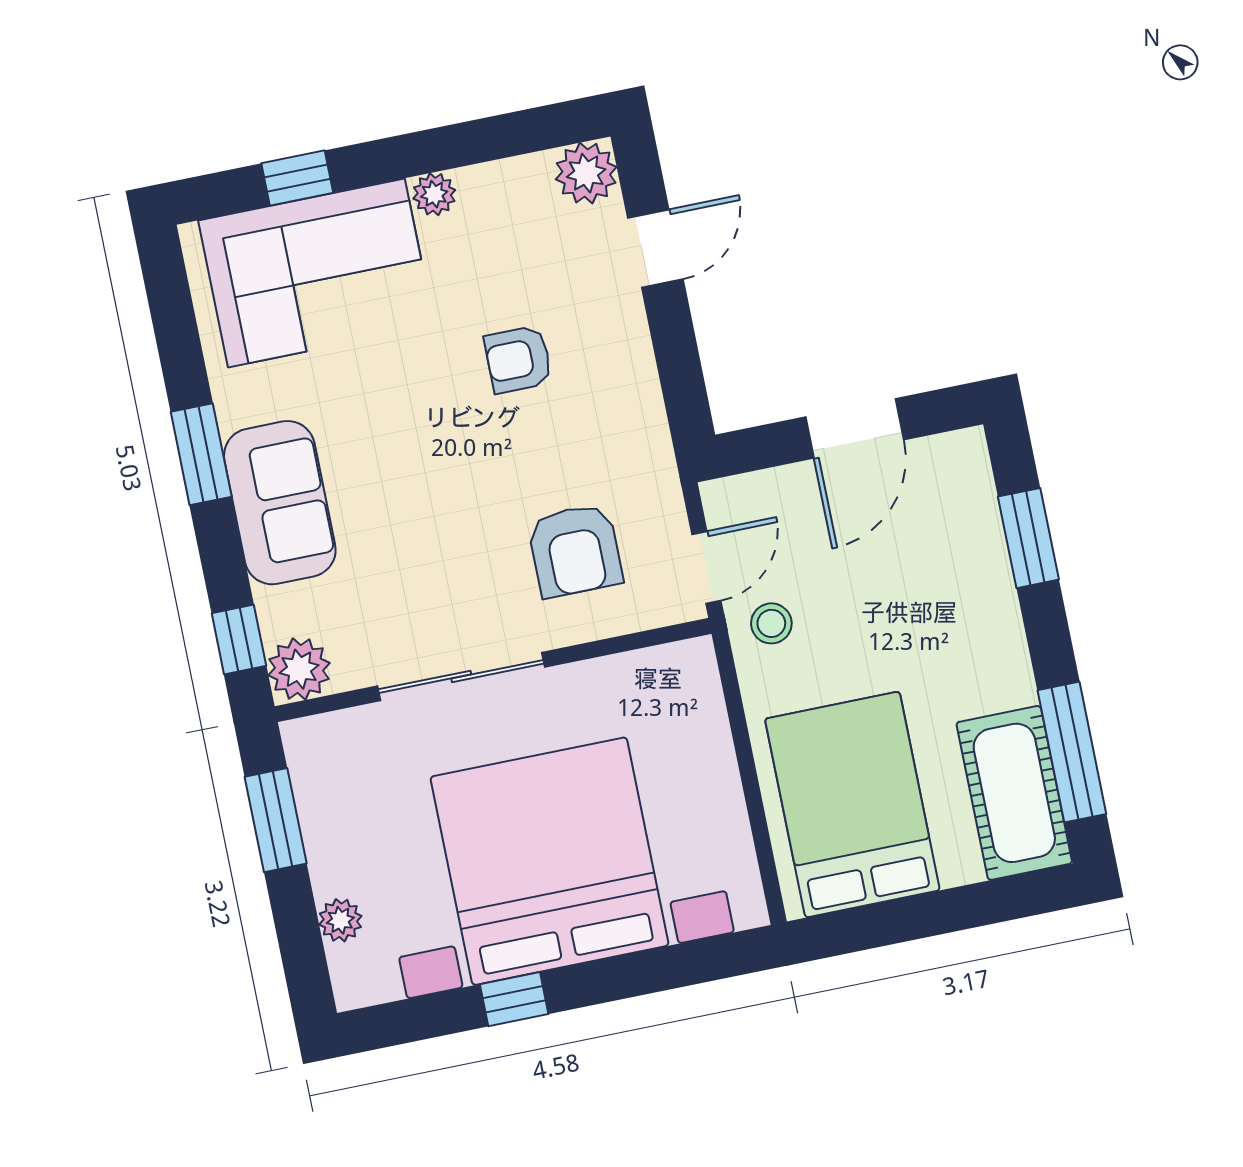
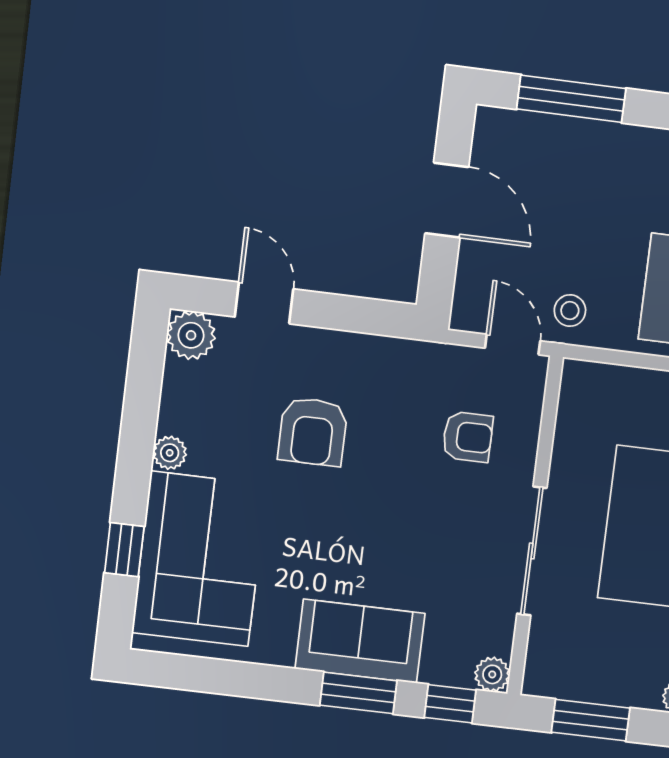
armchair: (518, 359) -> (313, 432), width x1.38, depth x1.38
window: (201, 454) -> (358, 693), moved
window: (1028, 538) -> (571, 99), width x1.44
armchair: (575, 550) -> (468, 437), width x0.72, depth x0.72
plant: (299, 669) -> (492, 674), width x0.73, depth x0.73

